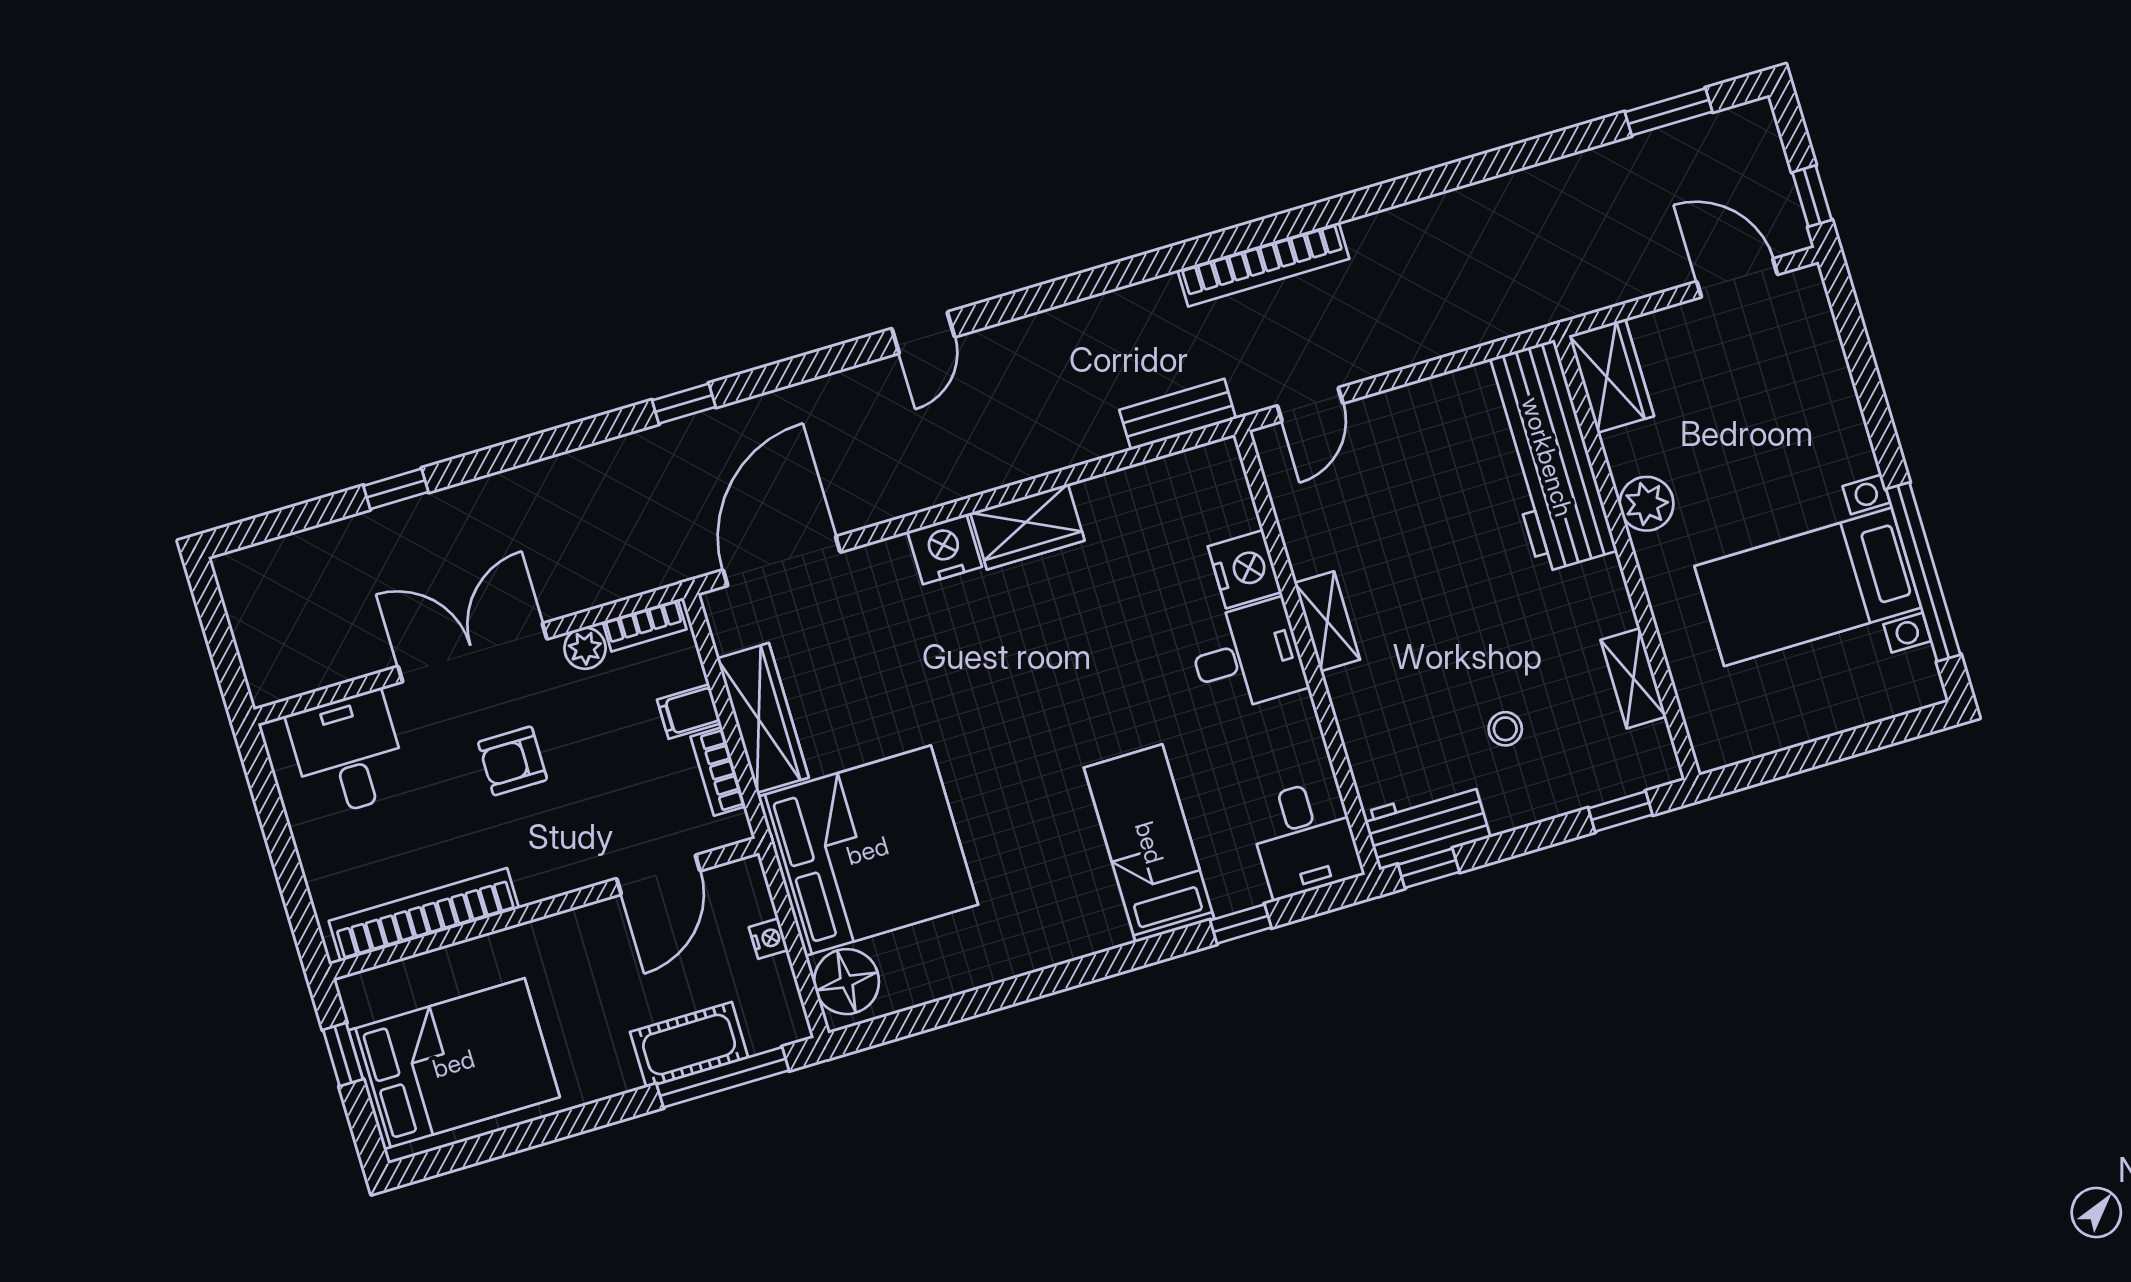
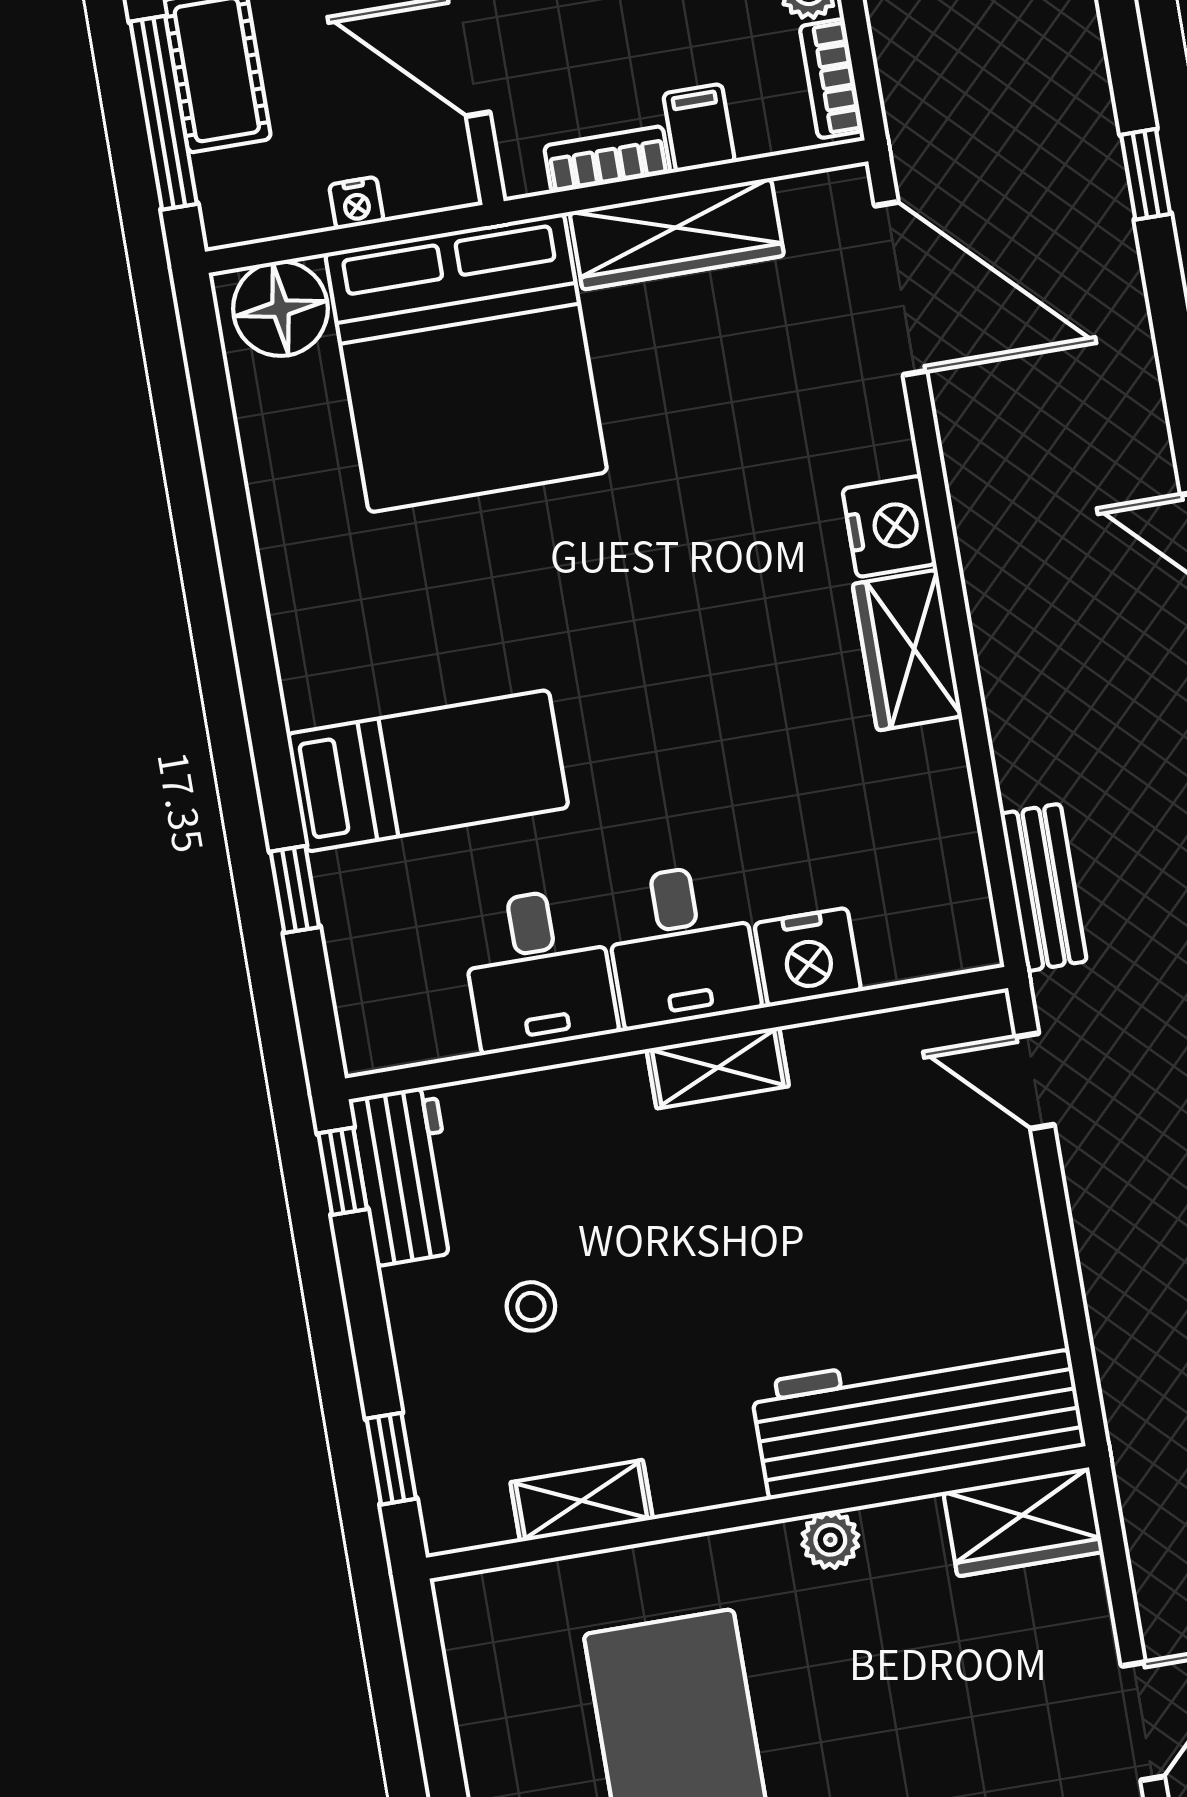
plant: (1647, 504) -> (830, 1540), width x0.73, depth x0.73
desk: (1305, 838) -> (538, 969), moved, turned -90

